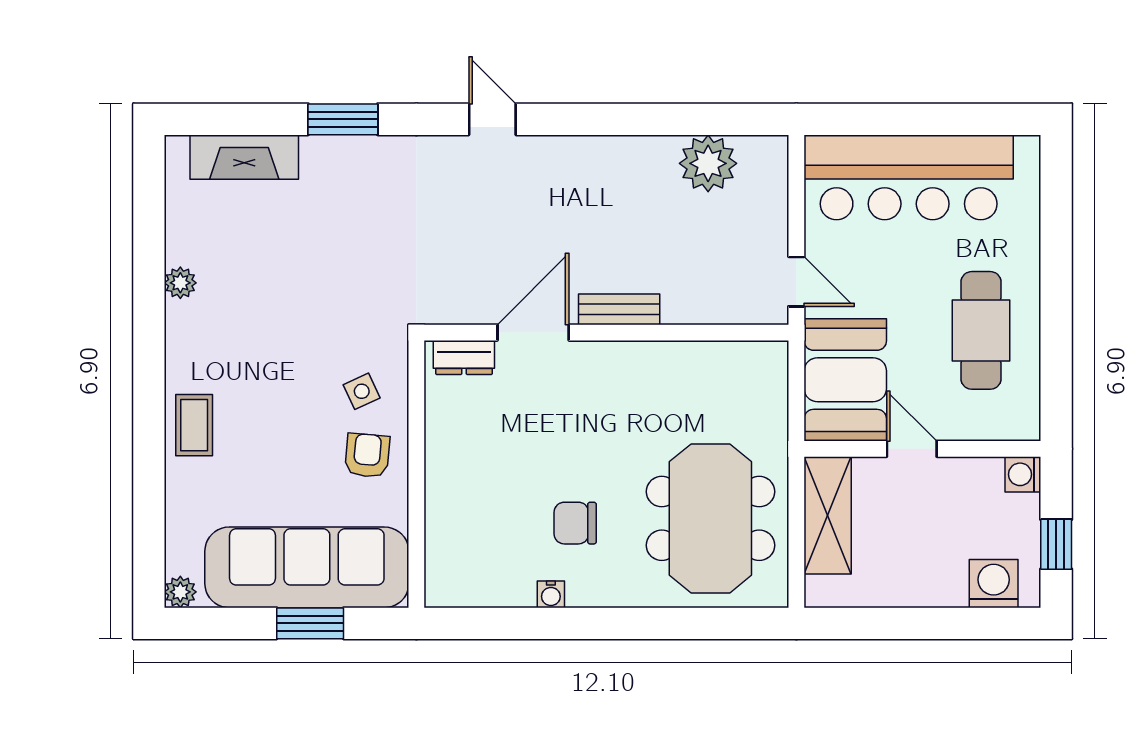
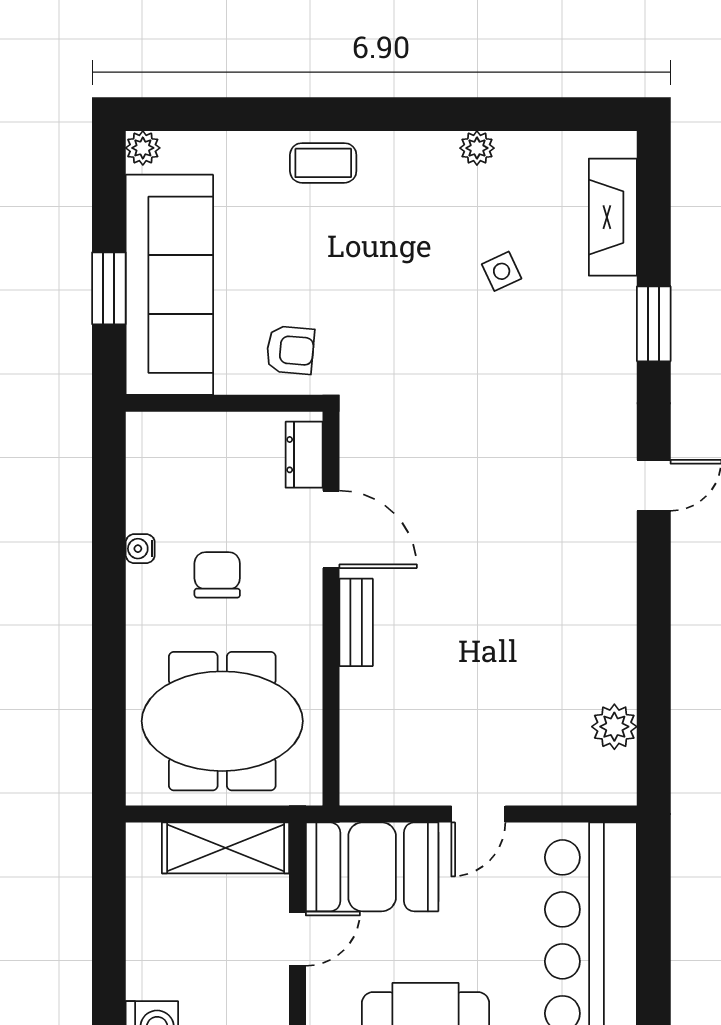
plant: (708, 163) -> (614, 727), width x0.73, depth x0.73
bench: (619, 309) -> (356, 622), moved
door: (533, 333) -> (331, 529), moved
wall: (606, 333) -> (331, 609), moved
dresser: (464, 357) -> (304, 455), moved
side table: (362, 391) -> (502, 271), moved

